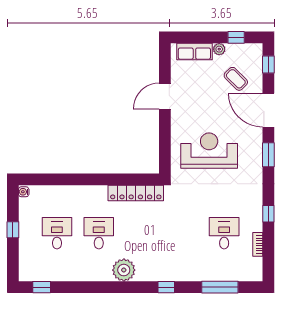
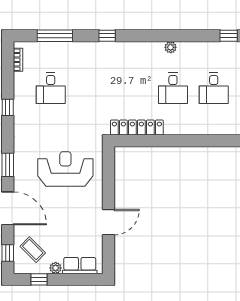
coffee table: (236, 79) -> (33, 250), moved
reception desk: (209, 151) -> (65, 169), turned 180
bookcase: (258, 244) -> (18, 60), moved
plant: (124, 270) -> (171, 47), moved, width x0.53, depth x0.53

